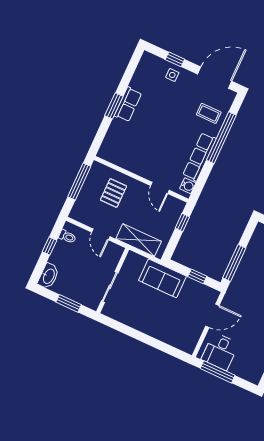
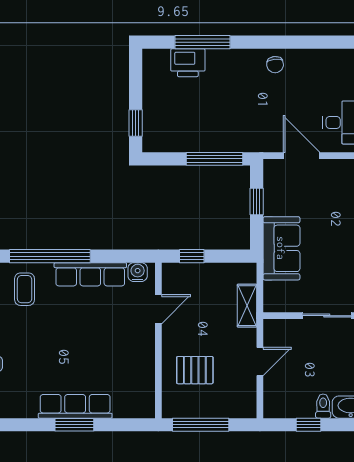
row of seats: (128, 104) -> (75, 406), width x1.48
toilet: (67, 237) -> (323, 406), moved
shelving: (139, 240) -> (247, 306), width x0.67, depth x0.75

